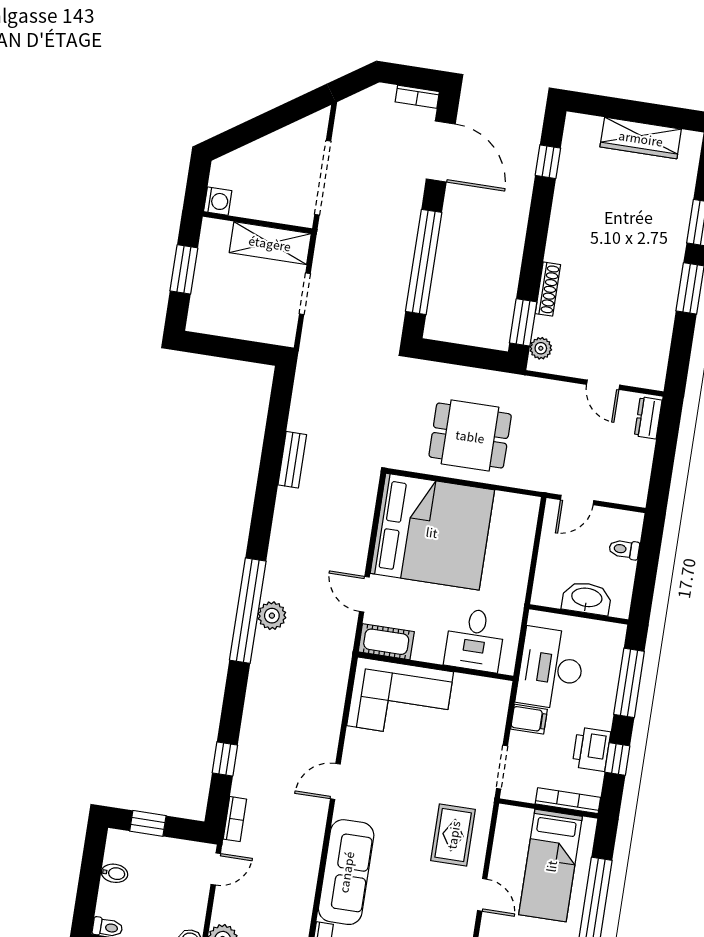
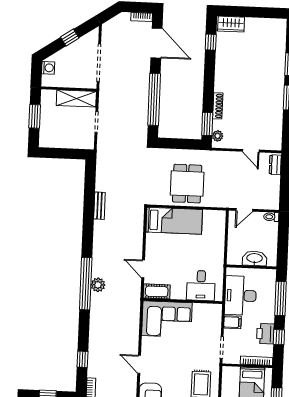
window: (271, 121) -> (70, 38), added
wardrobe: (641, 138) -> (231, 24), moved, width x0.67
washing machine: (218, 201) -> (48, 68), moved
dining table: (470, 436) -> (187, 184), turned 90
bed: (432, 532) -> (174, 221), width x0.49
toilet: (624, 549) -> (271, 217), moved
door: (335, 781) -> (139, 364), hinge flipped

